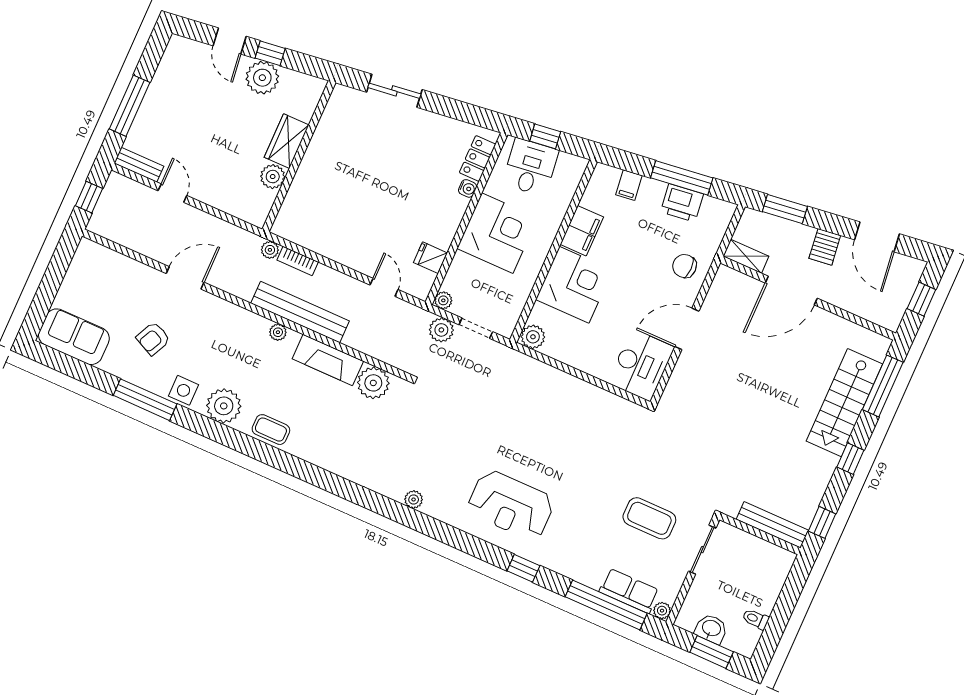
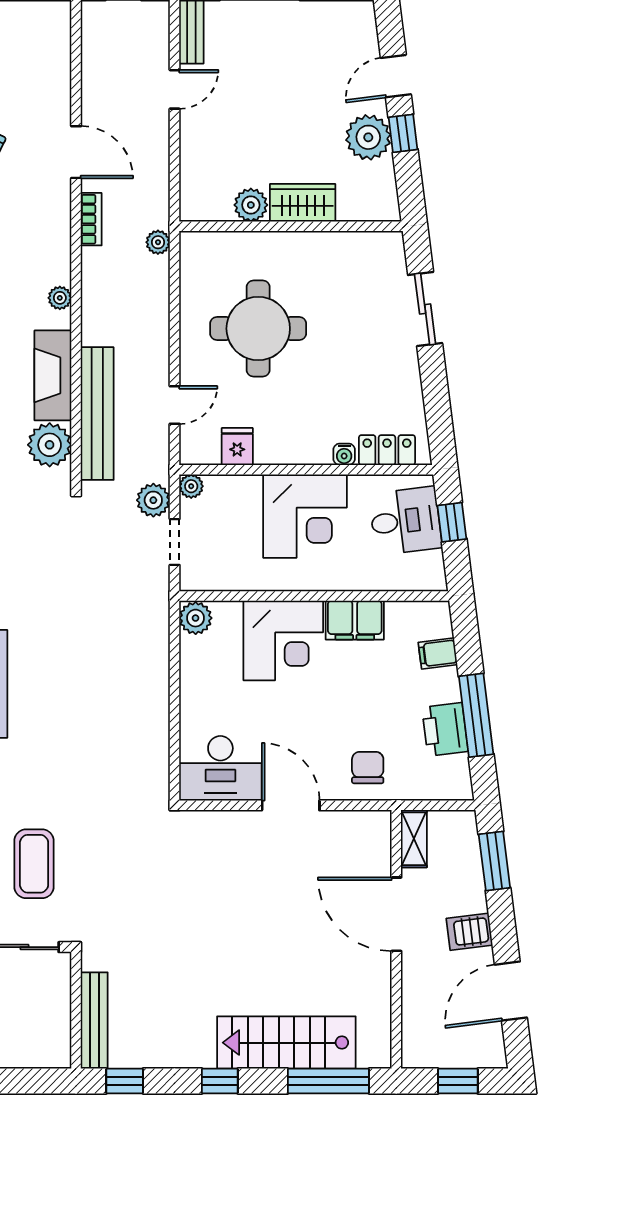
round table: (358, 208) -> (258, 329), added
bookcase: (298, 261) -> (91, 219), moved, turned 180
bench: (300, 312) -> (97, 414), moved

